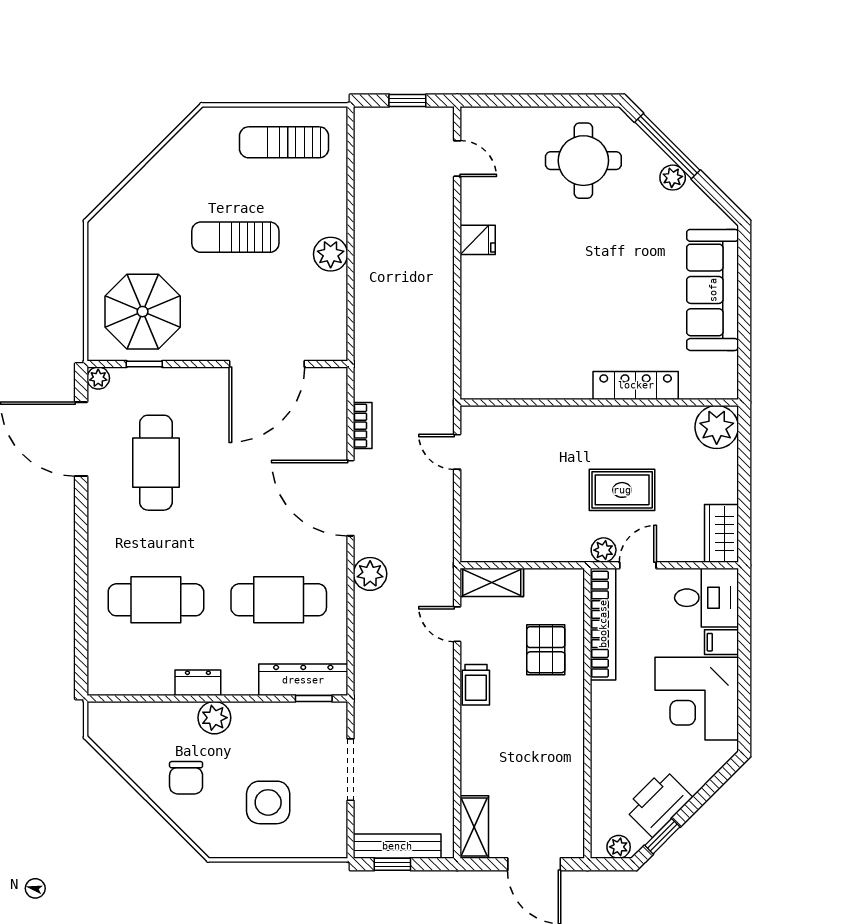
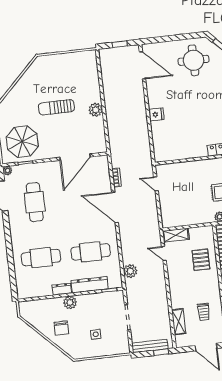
sun lounger: (284, 142) -> (72, 67), removed
door: (457, 159) -> (142, 65), width x1.88
fridge: (478, 240) -> (156, 114), moved
plant: (370, 574) -> (130, 271), moved
dresser: (303, 680) -> (90, 285), moved
trolley: (476, 685) -> (204, 312), moved
side table: (268, 802) -> (96, 334), width x0.54, depth x0.54
shelving: (474, 827) -> (179, 322), moved
window: (392, 864) -> (161, 352), moved

